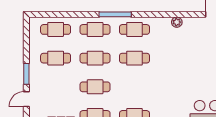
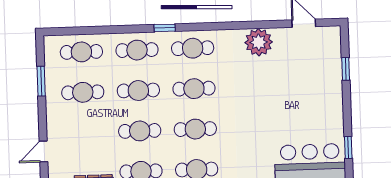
window: (115, 14) -> (165, 28), width x0.46
plant: (177, 22) -> (259, 42), width x1.87, depth x1.87
window: (26, 74) -> (41, 81), moved
cafe table: (134, 87) -> (195, 129), added

